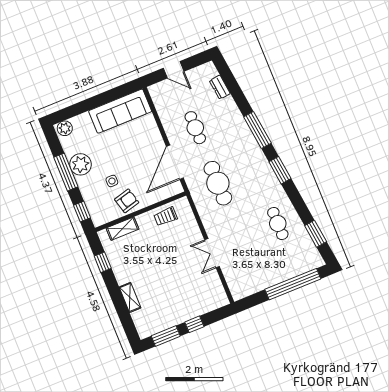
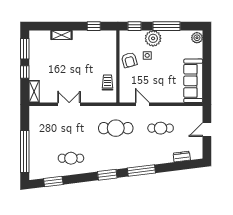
door: (175, 162) -> (142, 104), width x0.53
plant: (81, 164) -> (153, 38), moved
shelving: (122, 229) -> (34, 92), moved

